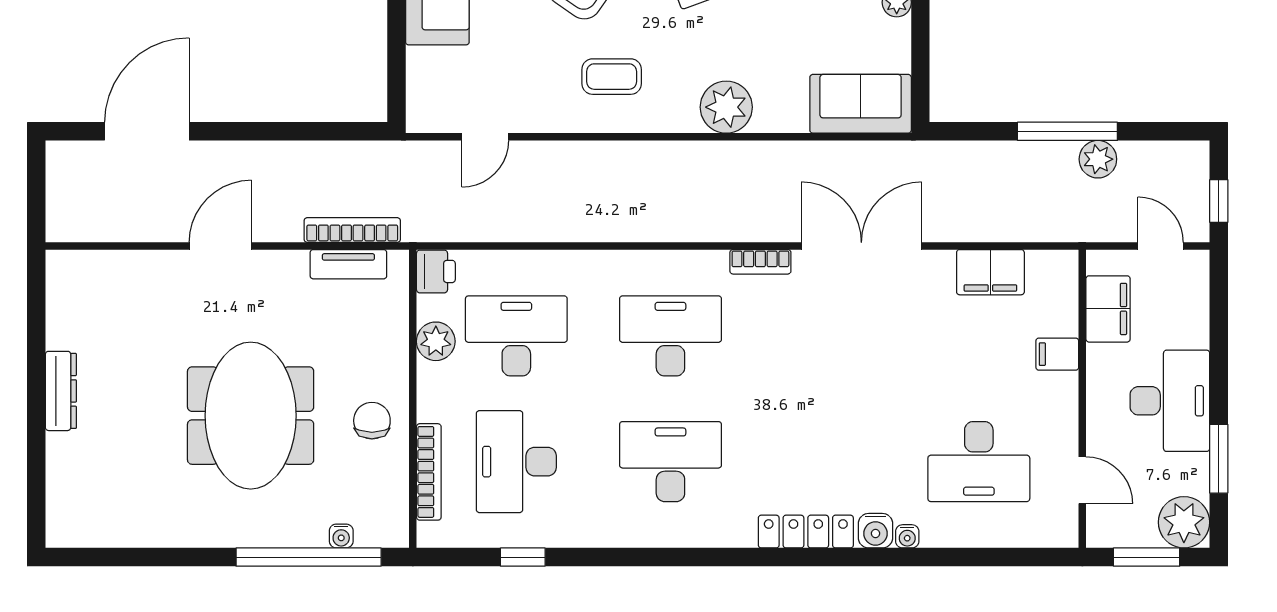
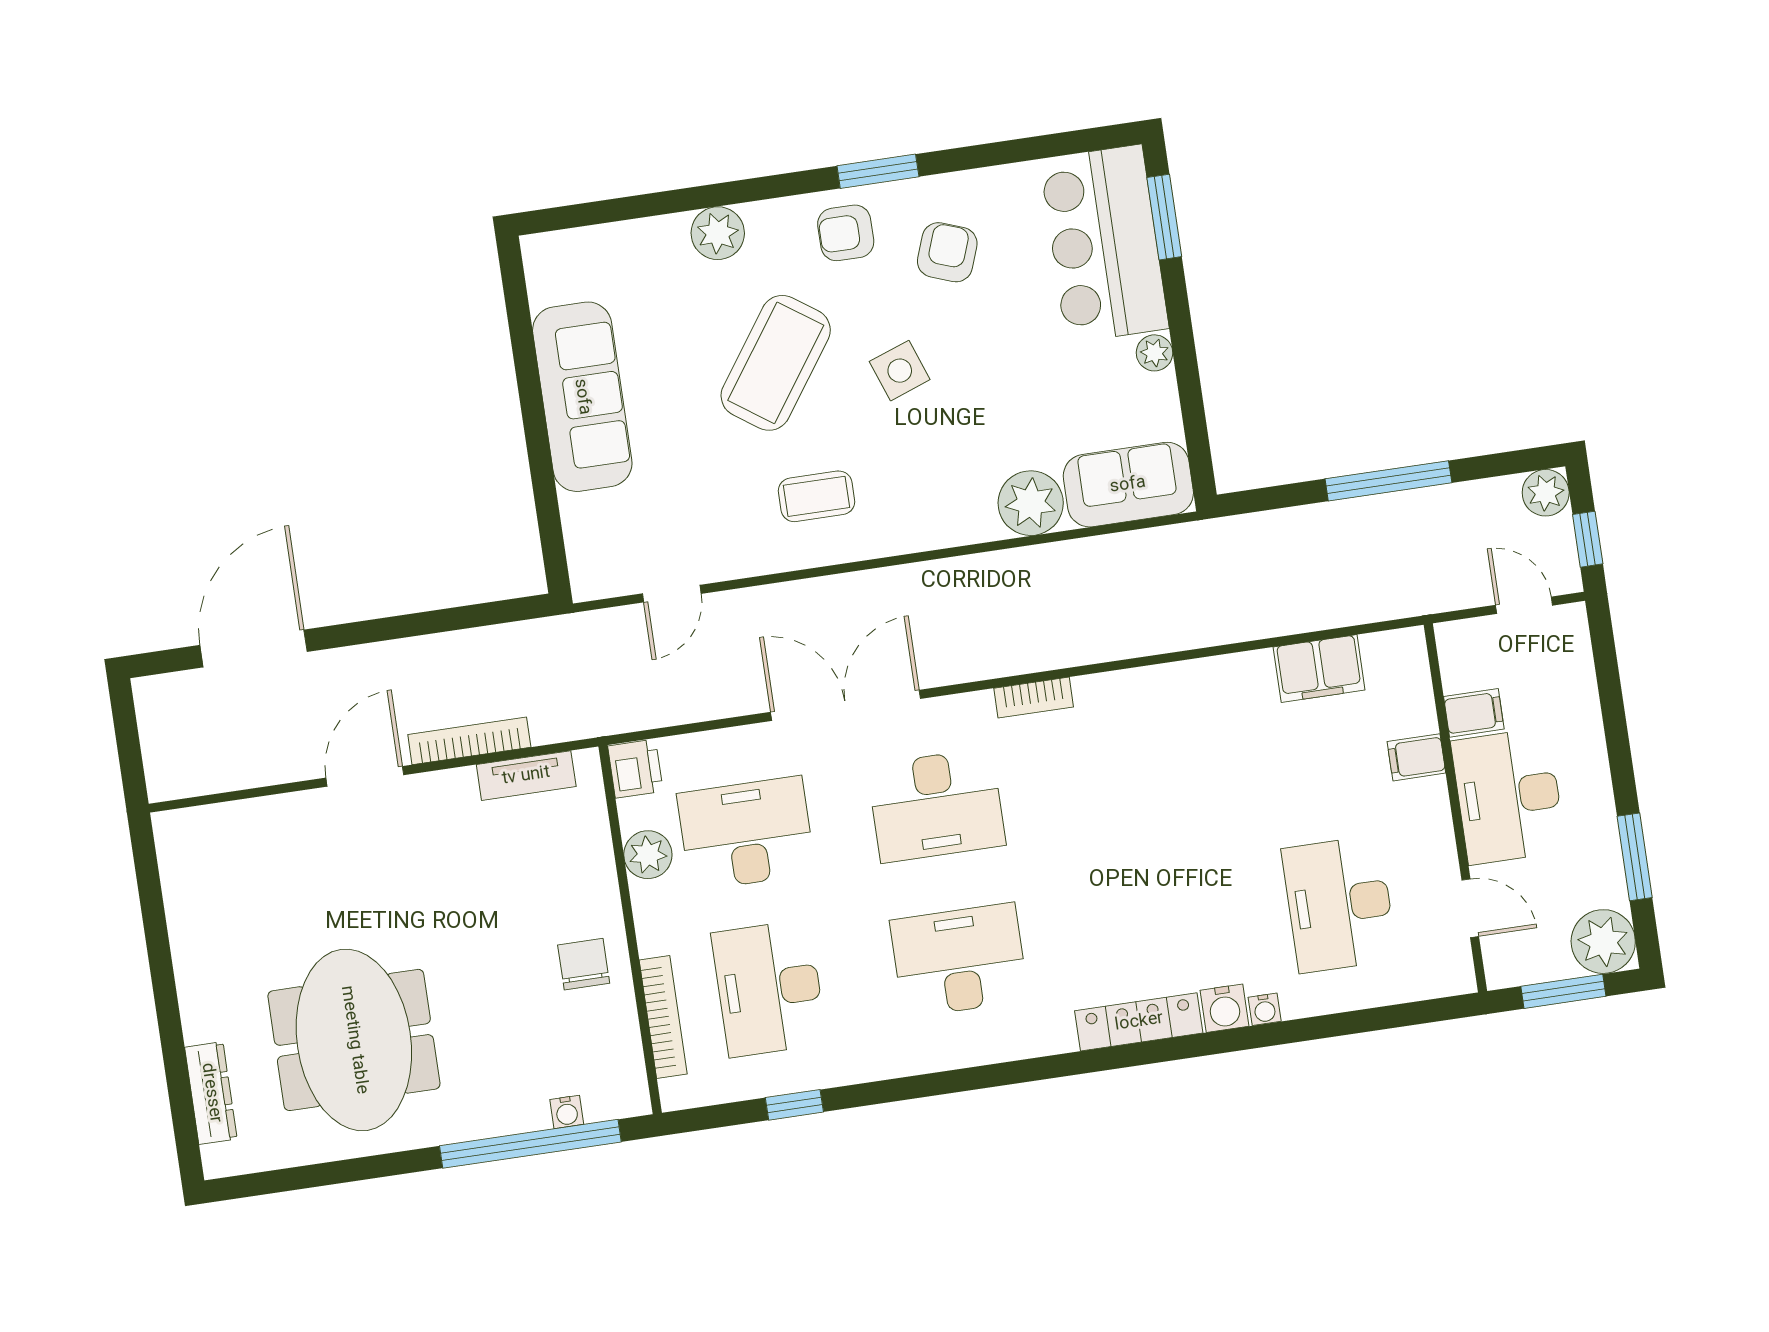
plant: (726, 107) -> (1031, 503), moved
plant: (1098, 159) -> (1546, 493), moved
bookcase: (352, 230) -> (469, 741), moved
double door: (861, 246) -> (845, 705), moved
filing cabinet: (1108, 309) -> (1474, 713), width x0.50
desk: (670, 336) -> (936, 805), turned 180
dresser: (61, 391) -> (211, 1093), moved
desk: (1170, 401) -> (1508, 796), moved, turned 180
meeting table: (251, 416) -> (354, 1040), moved
desk: (979, 462) -> (1339, 904), turned 90

